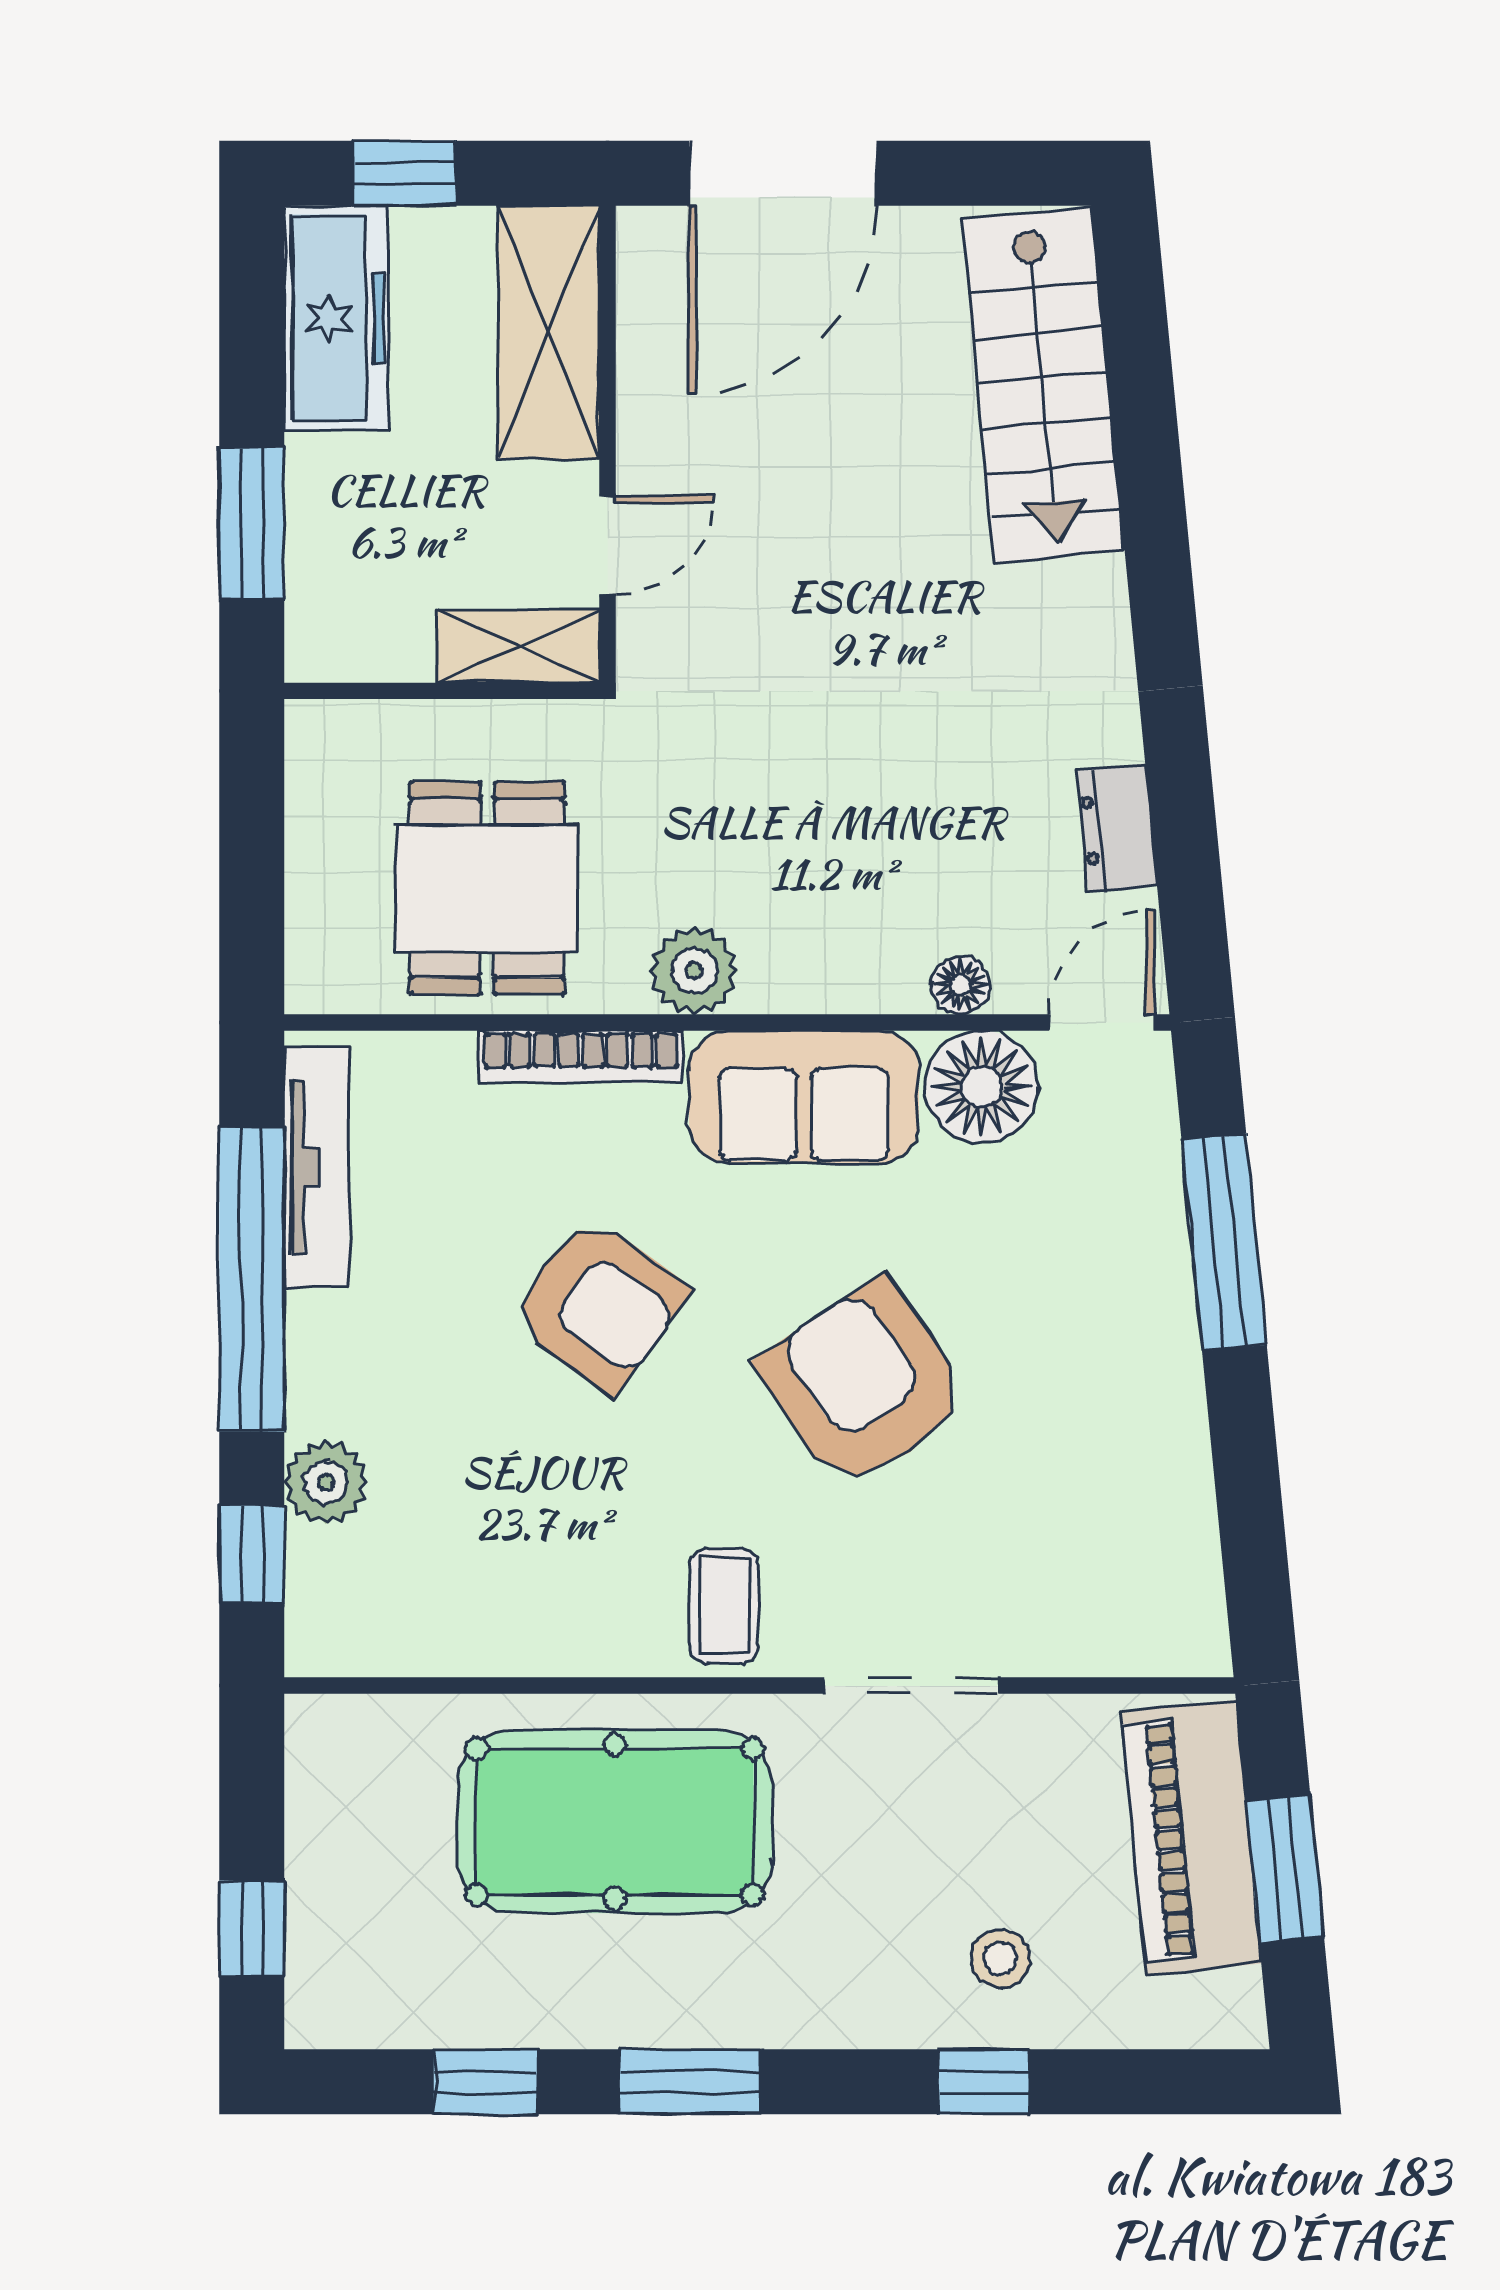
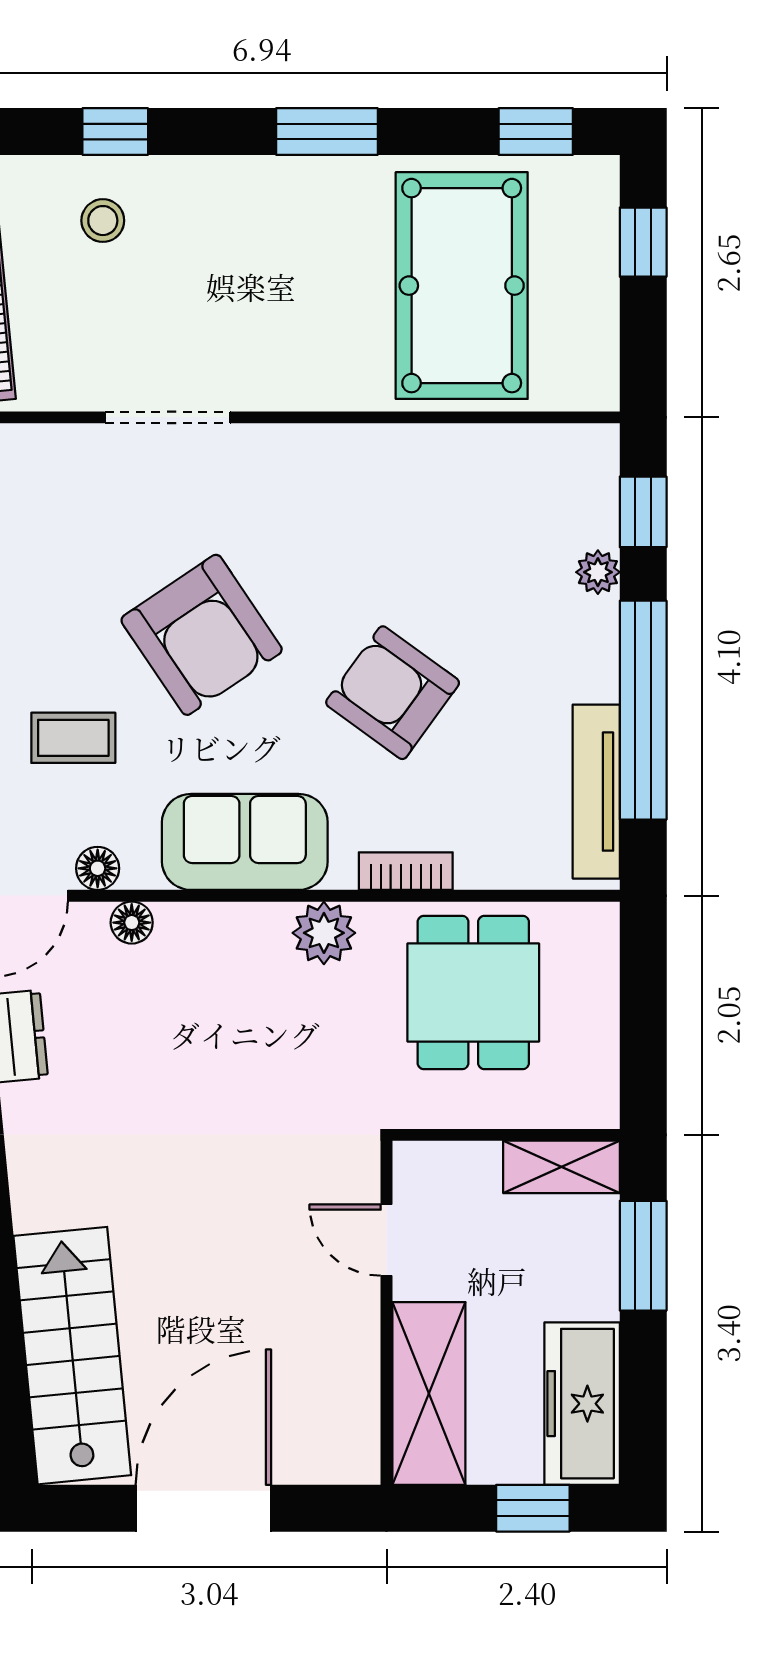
door: (783, 173) -> (203, 1508), moved
door: (607, 545) -> (387, 1240), hinge flipped
shelving: (519, 646) -> (561, 1167), moved
bookcase: (581, 1057) -> (406, 871), width x0.64
floor lamp: (982, 1087) -> (98, 868), width x0.53, depth x0.53
plant: (326, 1482) -> (598, 572), width x0.73, depth x0.73
coffee table: (724, 1606) -> (73, 738), moved, turned 90
pool table: (615, 1822) -> (462, 286), moved, turned 90
window: (485, 2082) -> (536, 132), moved

